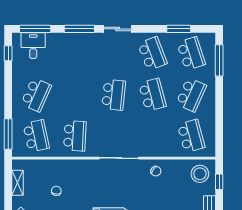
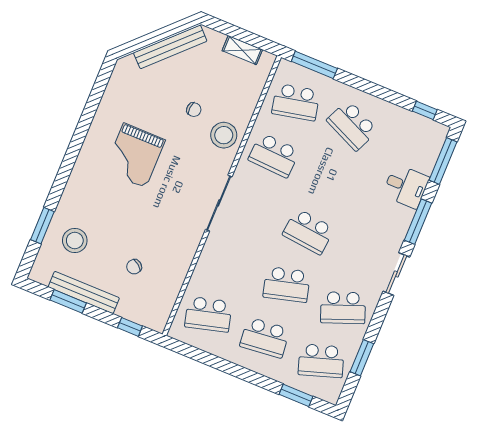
desk: (33, 46) -> (406, 186), moved
window: (219, 60) -> (296, 395), width x0.69
school desk: (191, 95) -> (265, 338), turned -30
chair: (156, 171) -> (134, 267), moved
stool: (200, 174) -> (224, 135), moved
chair: (56, 191) -> (194, 110), moved

